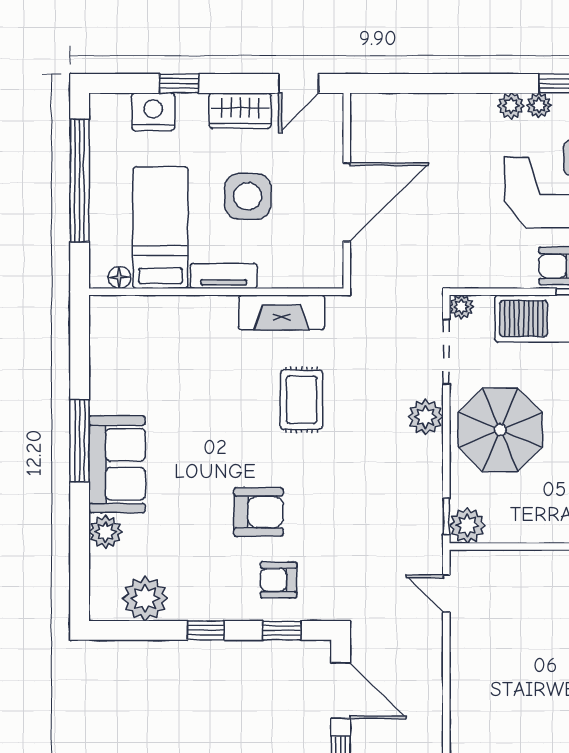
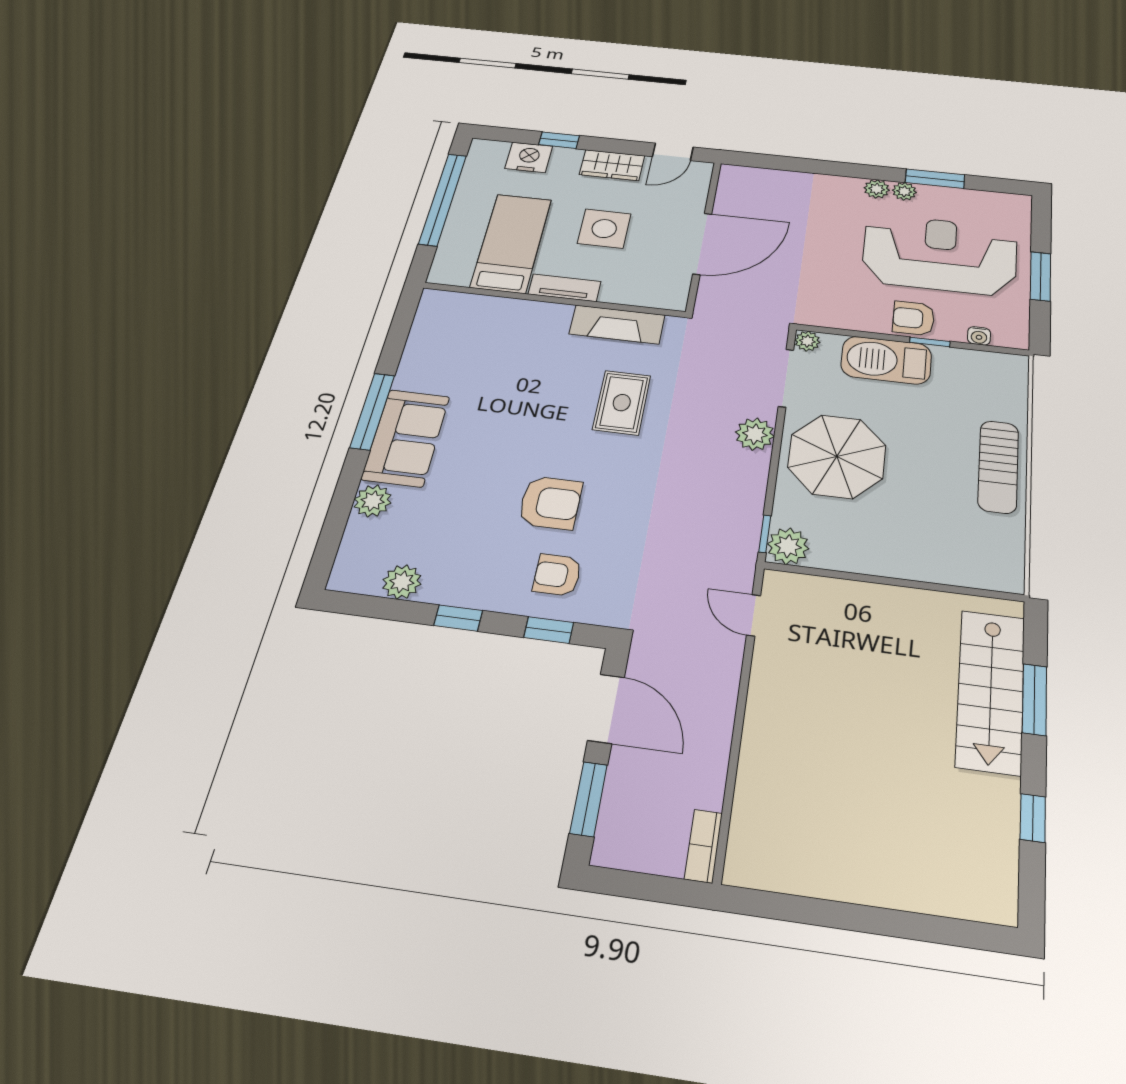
floor lamp: (119, 277) -> (458, 277), removed
plant: (145, 599) -> (402, 582), width x0.73, depth x0.73

